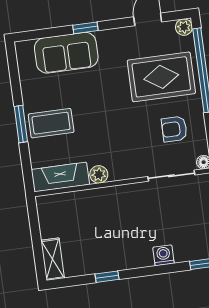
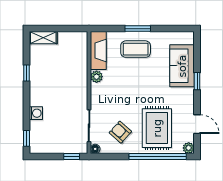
coffee table: (51, 123) -> (136, 49), turned 90
armchair: (174, 129) -> (120, 132), turned -48

